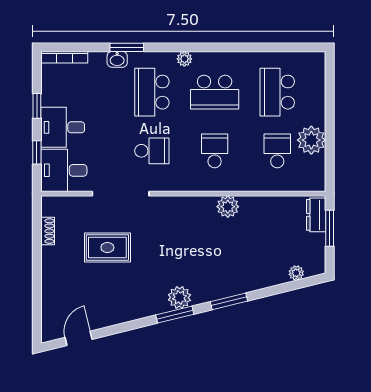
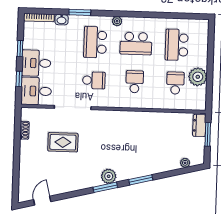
washbasin: (117, 59) -> (62, 20), moved
plant: (228, 207) -> (142, 118), removed

